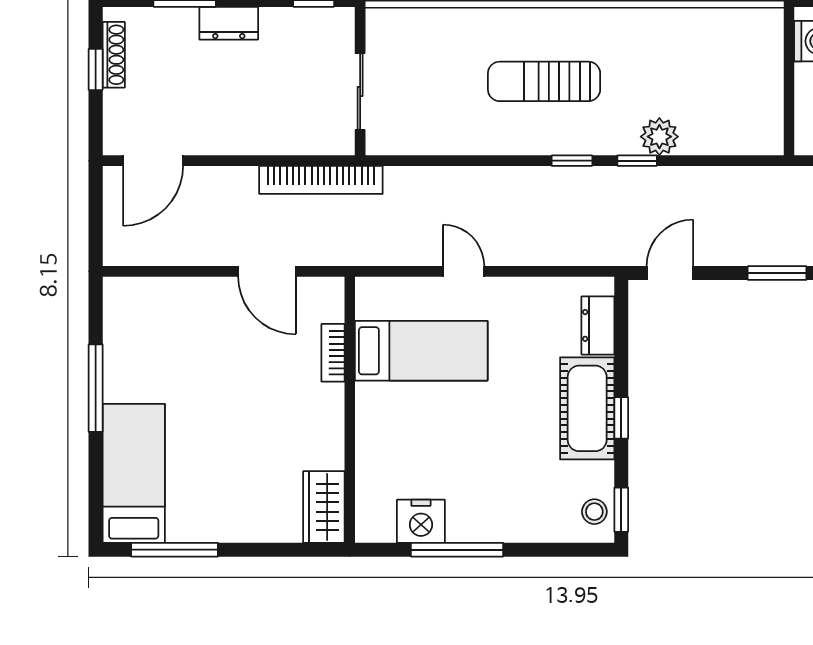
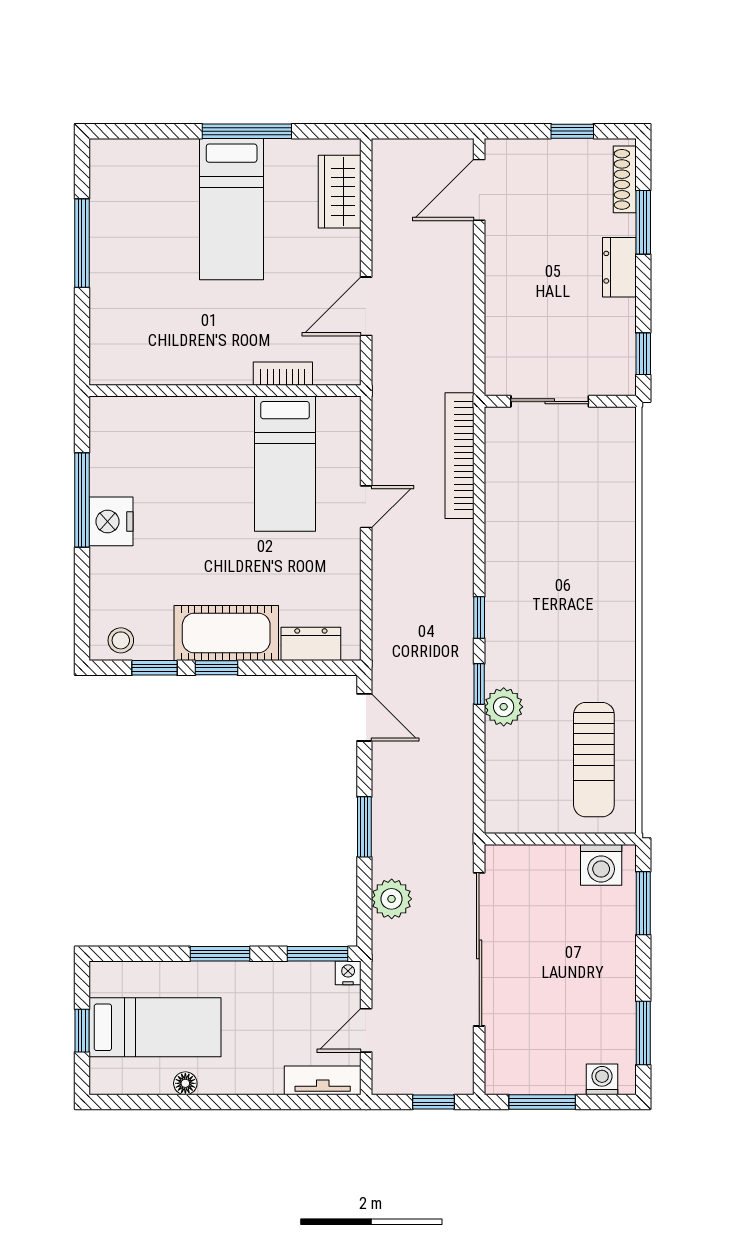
shoe rack: (114, 55) -> (625, 179), moved, turned 90
sun lounger: (544, 81) -> (594, 760), moved, turned 180
door: (153, 161) -> (479, 190), hinge flipped
bookcase: (321, 180) -> (459, 456), moved
bed: (134, 473) -> (232, 209), moved, turned 90
wardrobe: (324, 507) -> (340, 192), moved, turned -90
window: (621, 510) -> (154, 668), moved
nightstand: (421, 521) -> (111, 521), moved
window: (174, 550) -> (82, 243), moved

